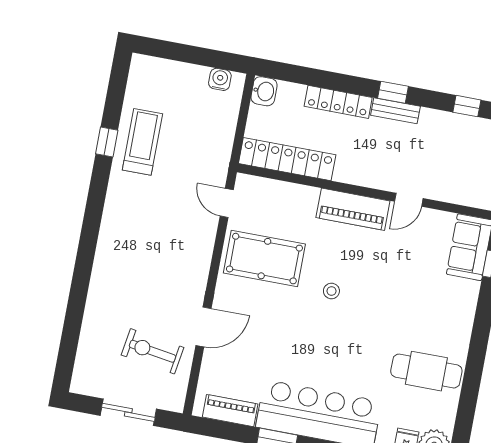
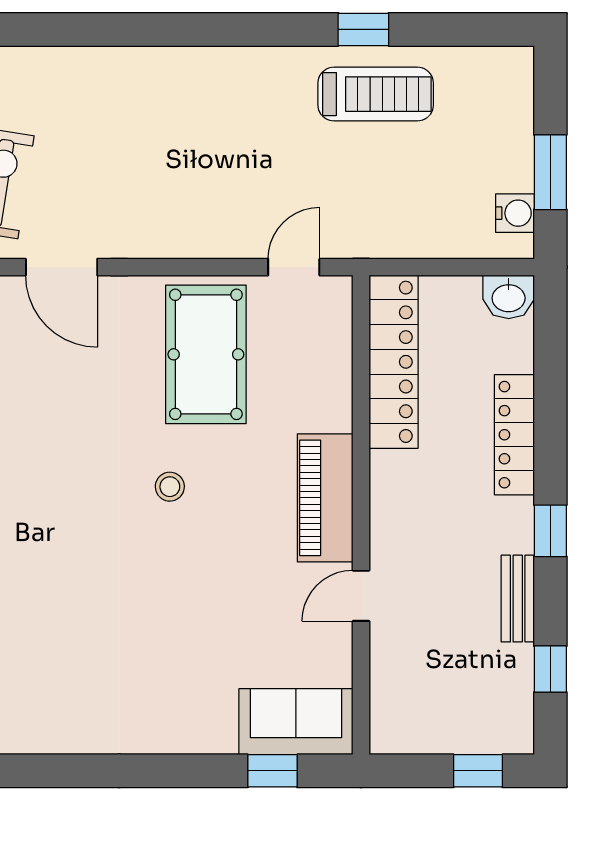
window: (202, 56) -> (550, 172), added
bench: (395, 111) -> (518, 599), moved
door: (409, 200) -> (361, 596), hinge flipped
cafe table: (426, 371) -> (57, 685), removed

